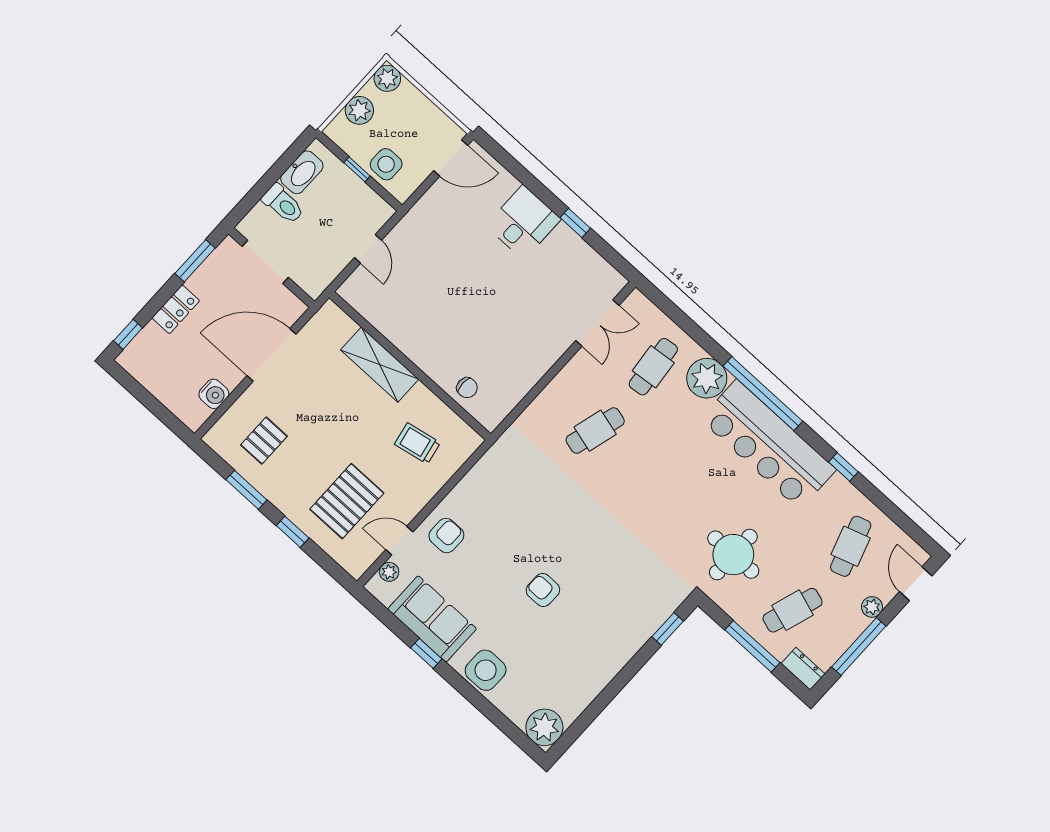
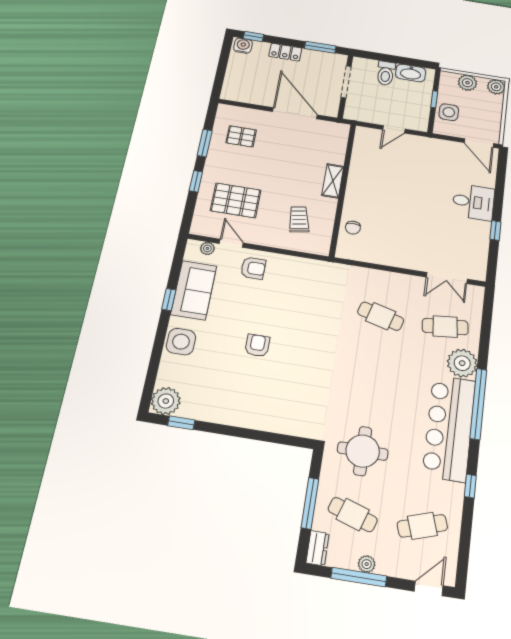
shelving: (380, 365) -> (333, 181), width x0.67, depth x0.75
water cooler: (214, 394) -> (243, 46), moved, turned 180
plant: (872, 607) -> (367, 564), moved
window: (668, 629) -> (181, 423), moved

